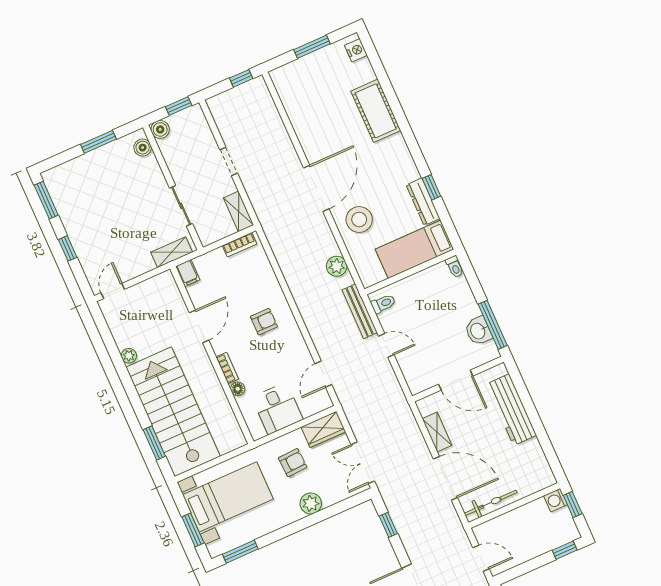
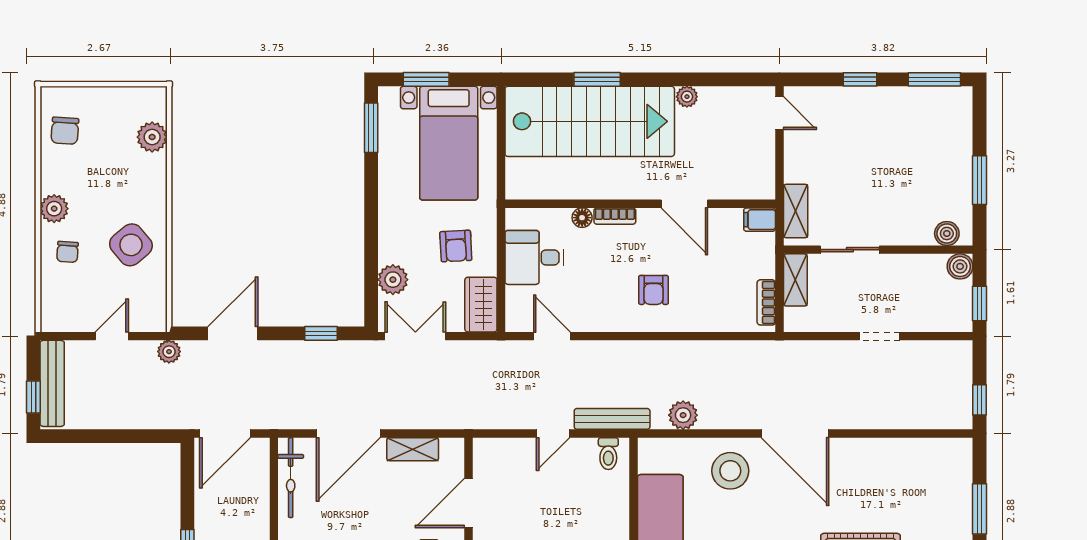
shelving: (239, 211) -> (795, 280), moved, turned 90
window: (154, 443) -> (597, 79), moved
plant: (311, 503) -> (393, 280), moved
door: (481, 558) -> (225, 433), width x1.38

